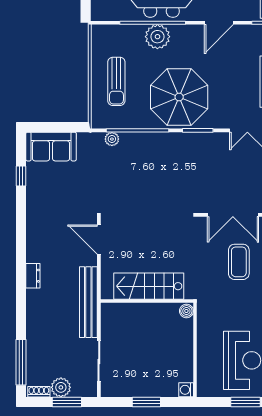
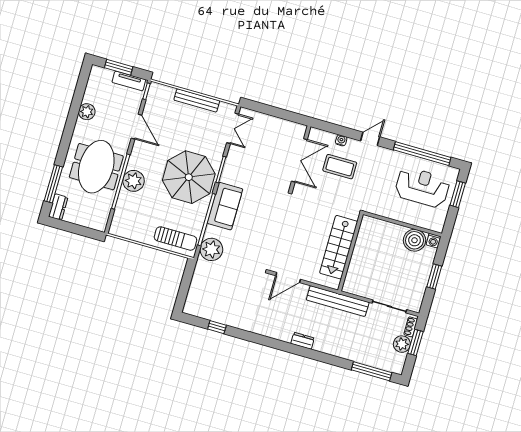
sun lounger: (116, 81) -> (175, 239), moved
plant: (112, 139) -> (211, 249), width x1.87, depth x1.87
sofa: (51, 147) -> (225, 206), moved
boiler: (186, 311) -> (415, 240), moved, width x1.86, depth x1.86
shoe rack: (39, 392) -> (411, 327), moved

